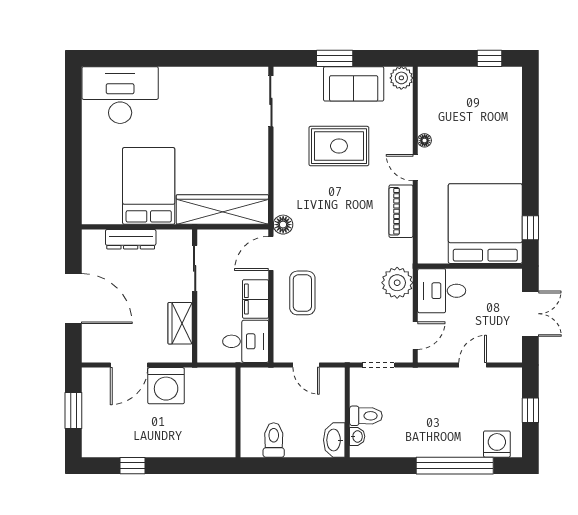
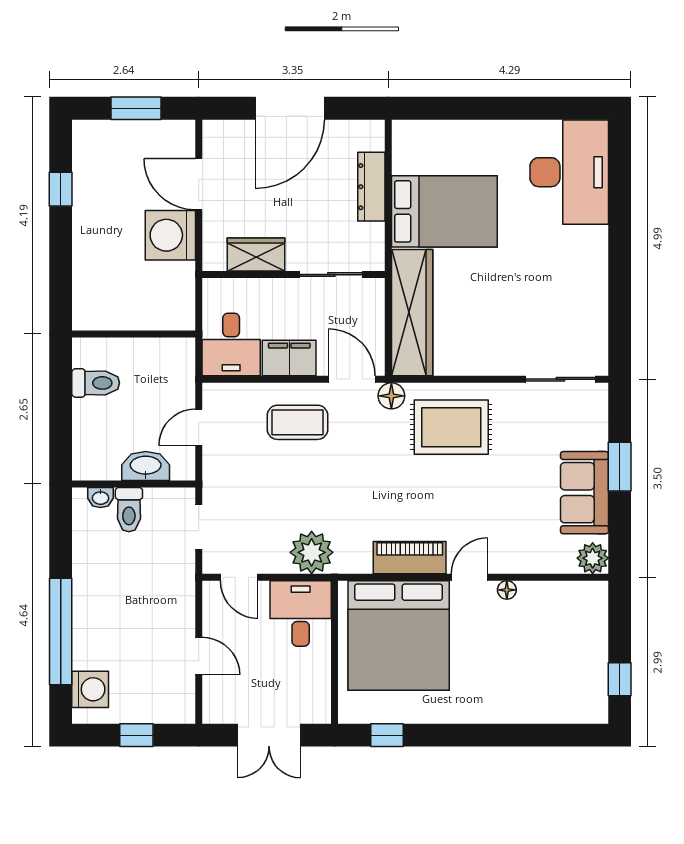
rug: (339, 146) -> (451, 427), moved, turned 90
bed: (485, 224) -> (399, 636), moved, turned 90
washbasin: (334, 440) -> (146, 466), moved

